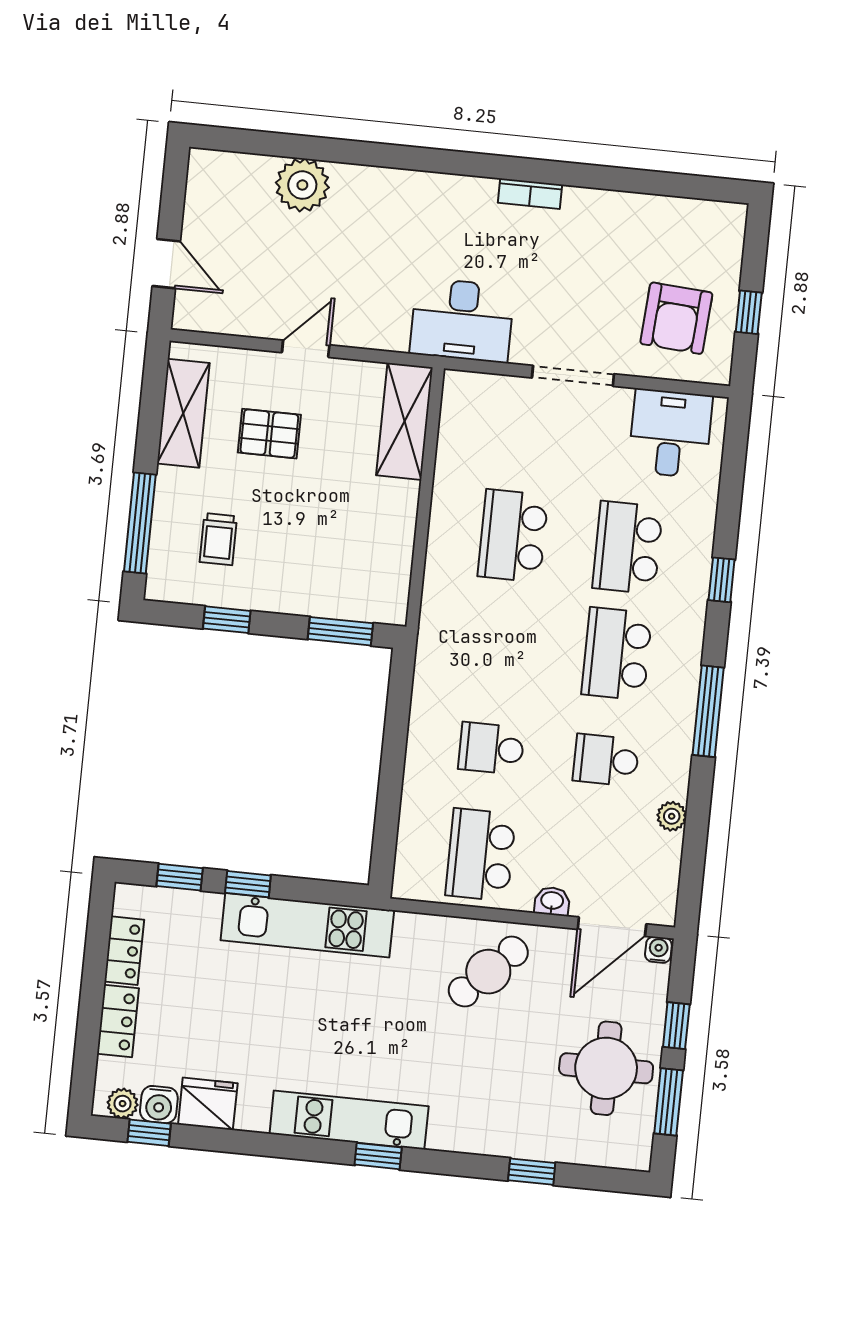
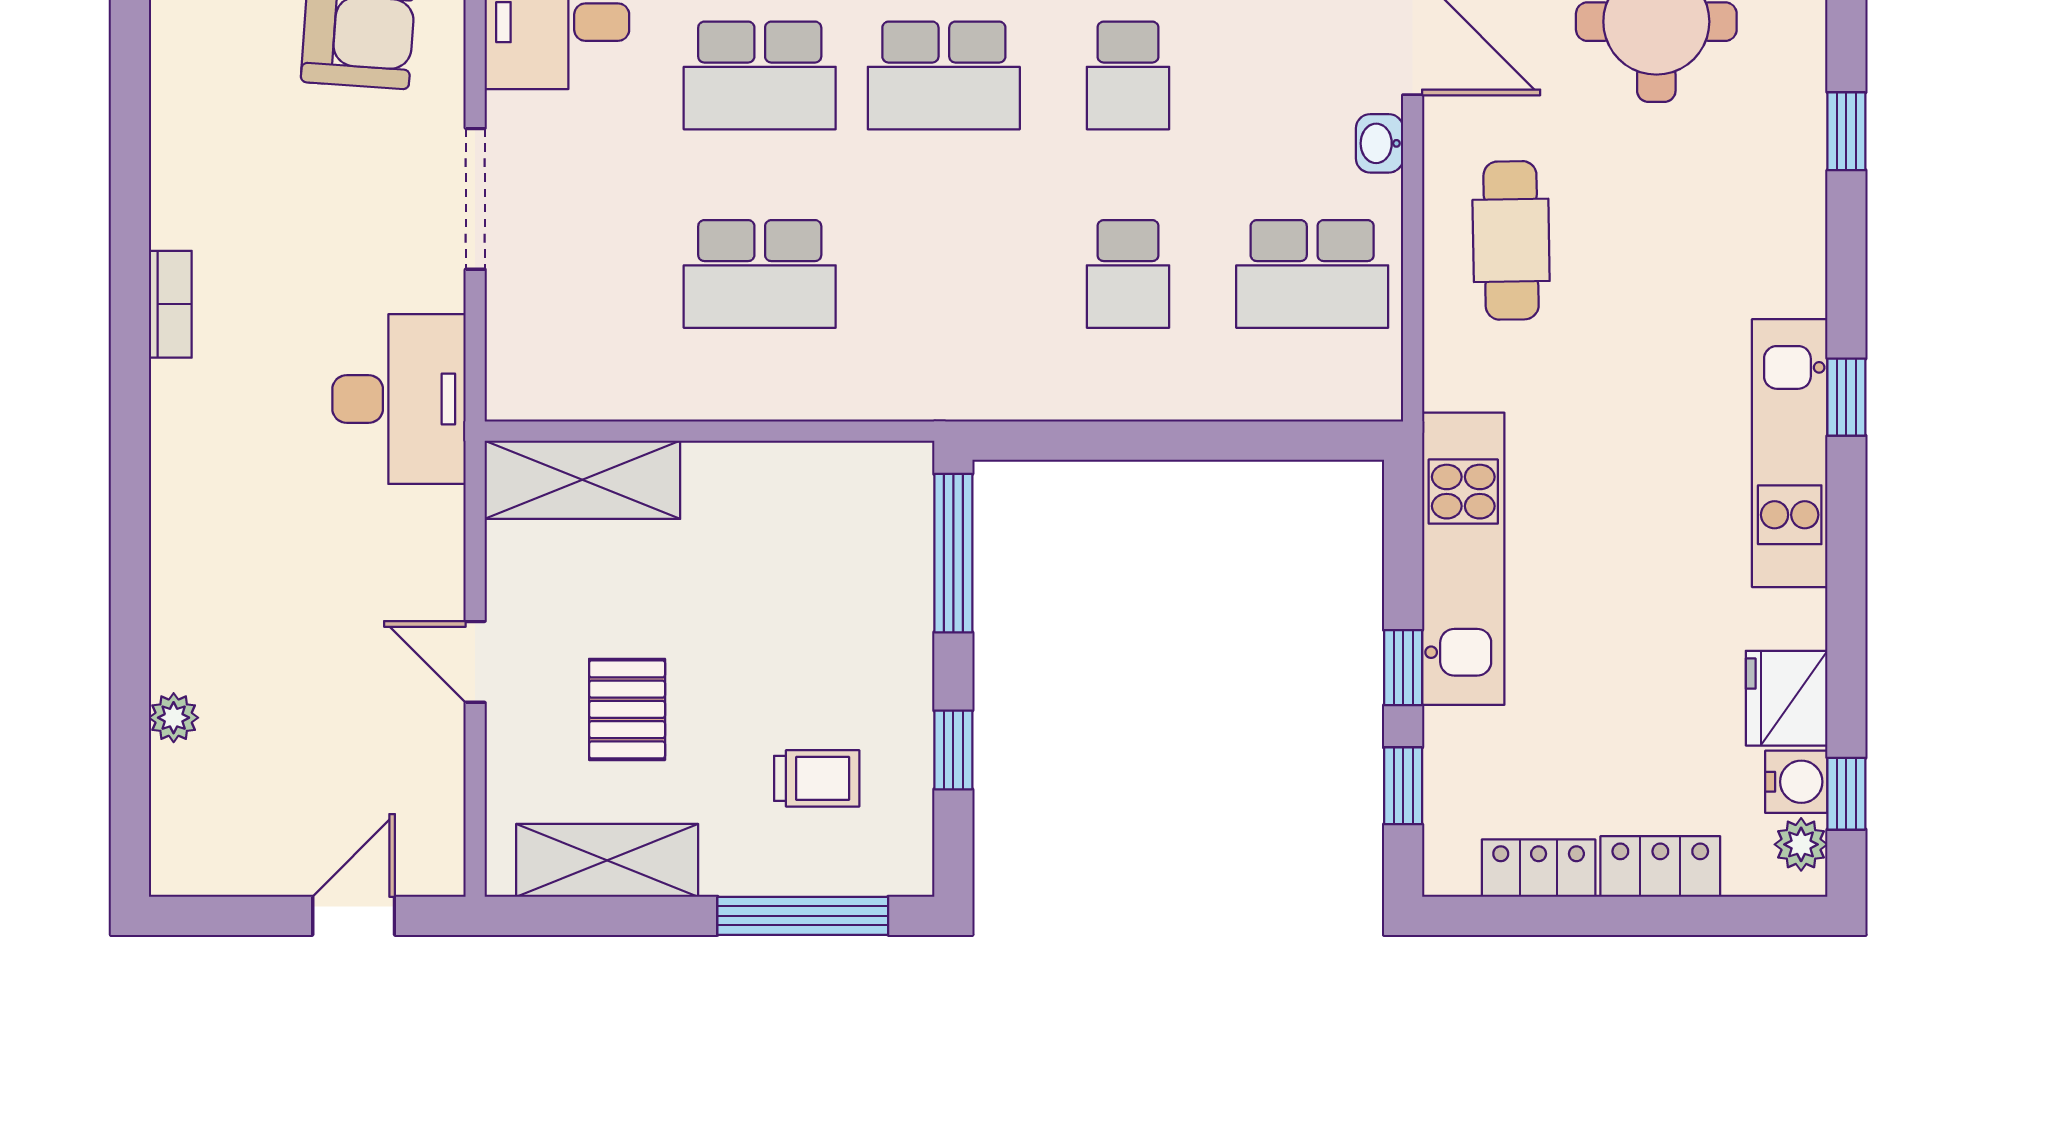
plant: (302, 185) -> (174, 718), width x0.53, depth x0.53
window: (340, 631) -> (953, 553), width x1.44
cafe table: (488, 972) -> (1511, 240), turned 44

